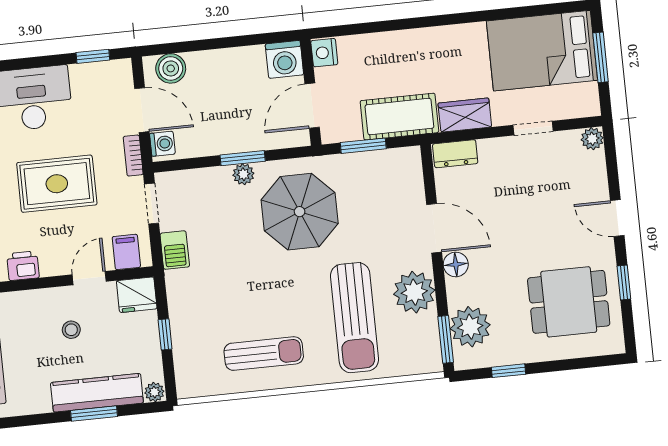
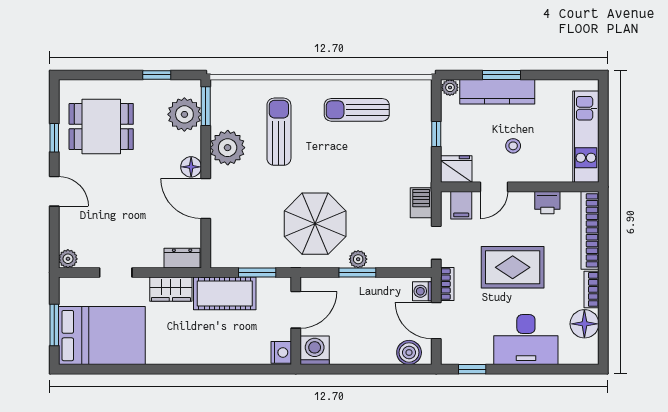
sun lounger: (355, 318) -> (279, 132), width x0.73, depth x0.75

